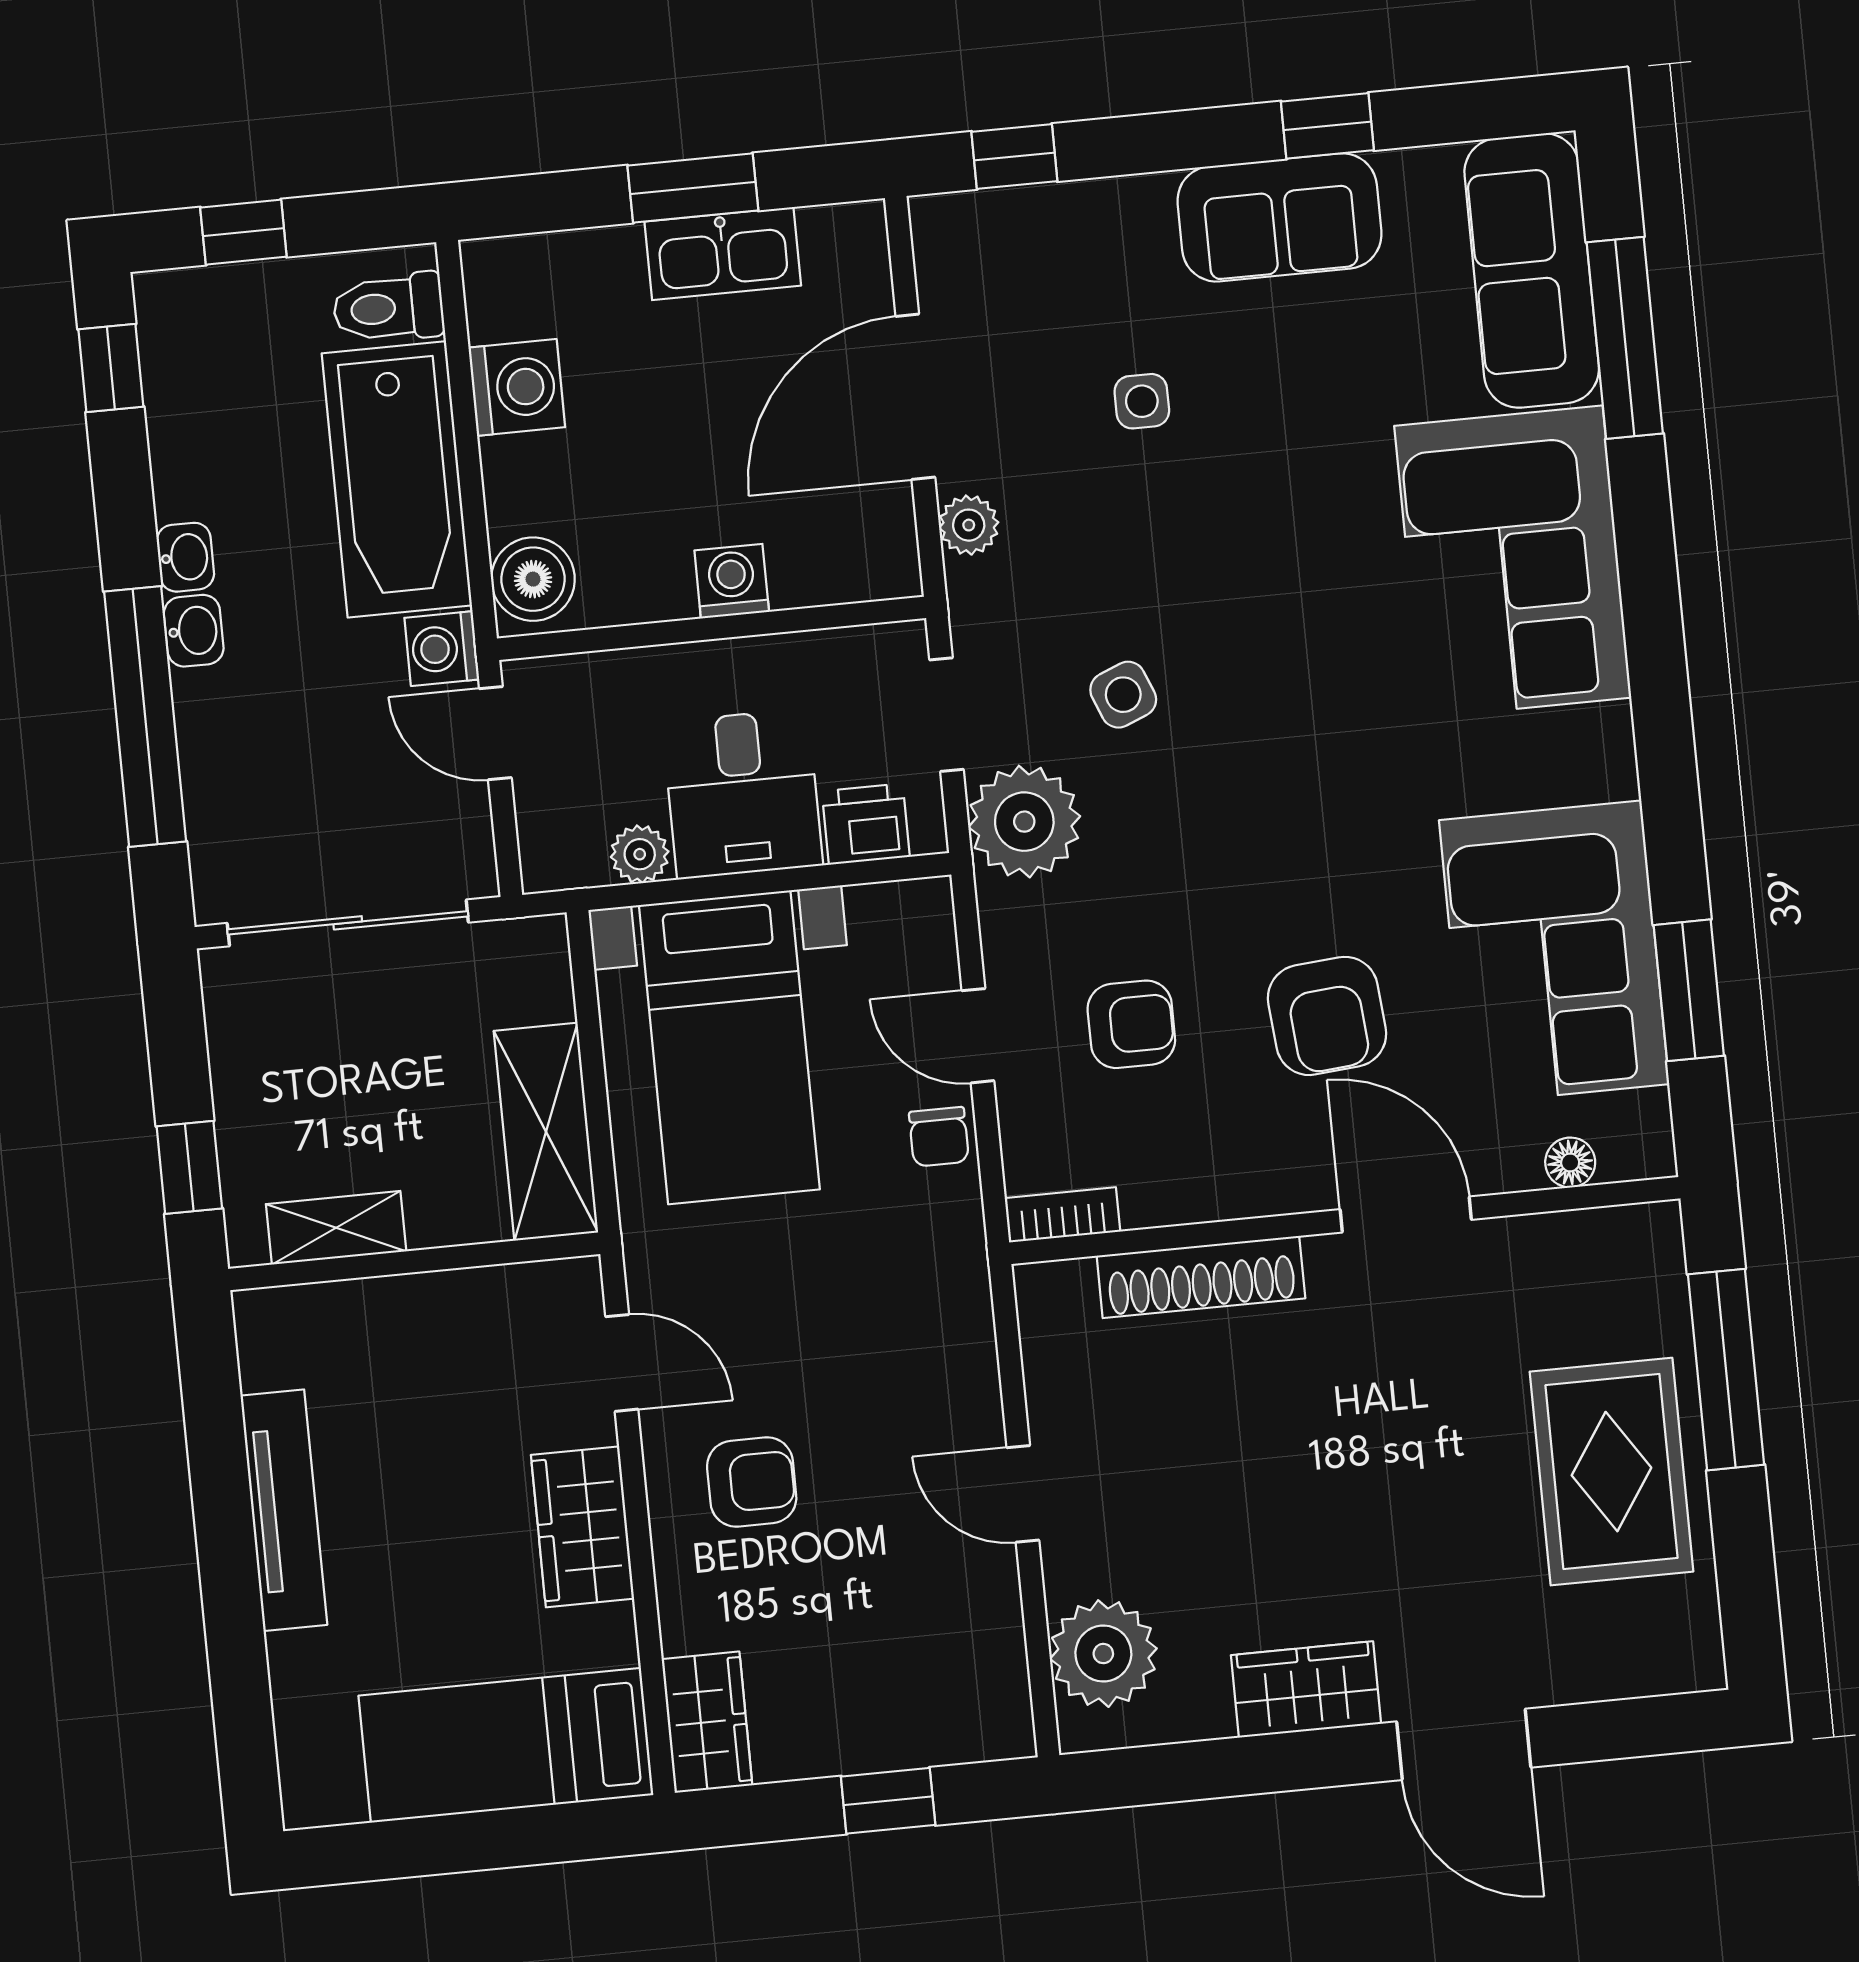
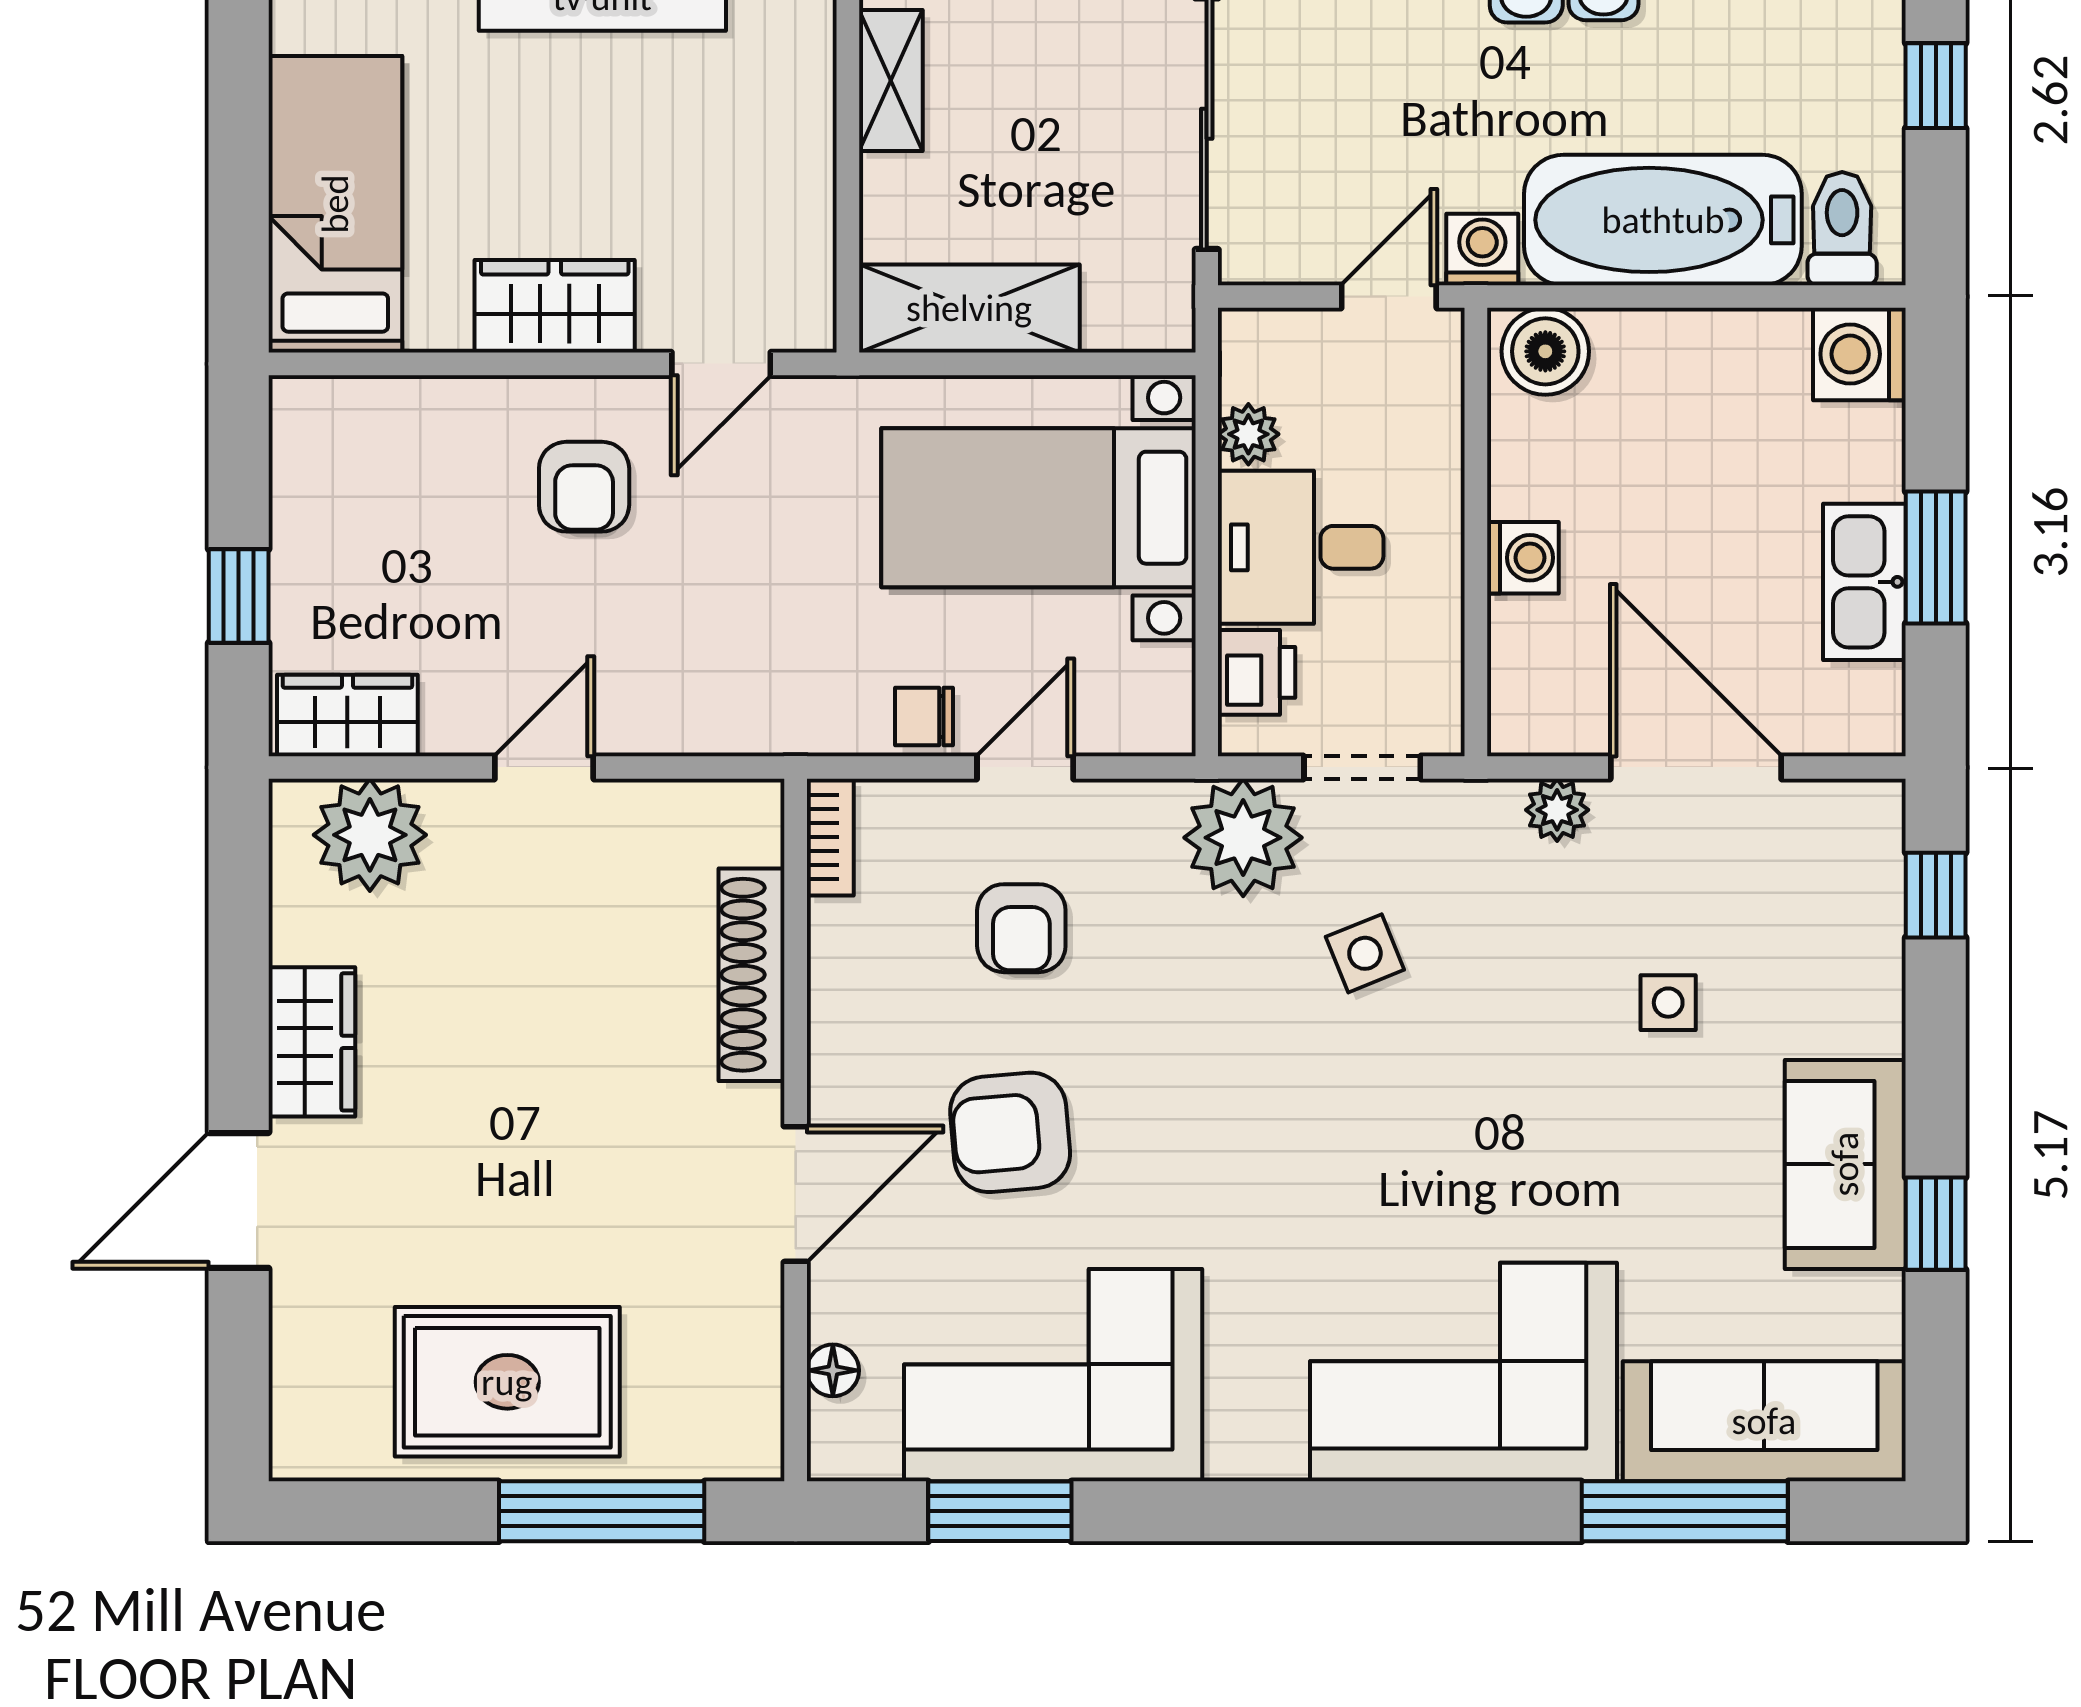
washing machine: (517, 387) -> (1859, 354), moved, turned 90
wardrobe: (707, 1722) -> (347, 716), moved, turned 180

